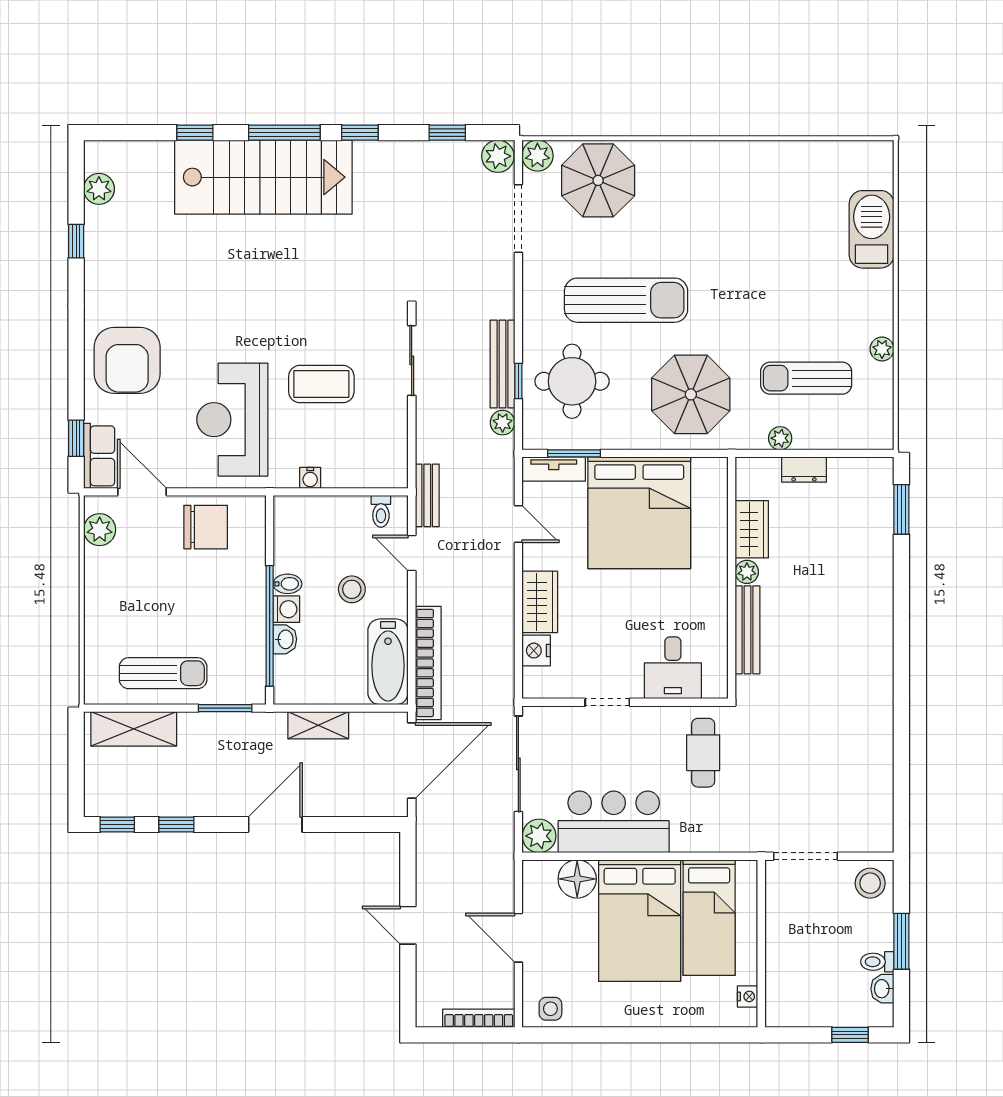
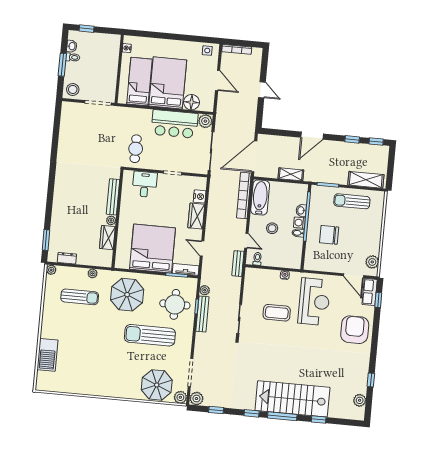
plant: (882, 349) -> (51, 270), moved
dresser: (804, 470) -> (67, 258), moved
chair: (206, 527) -> (329, 235), moved

